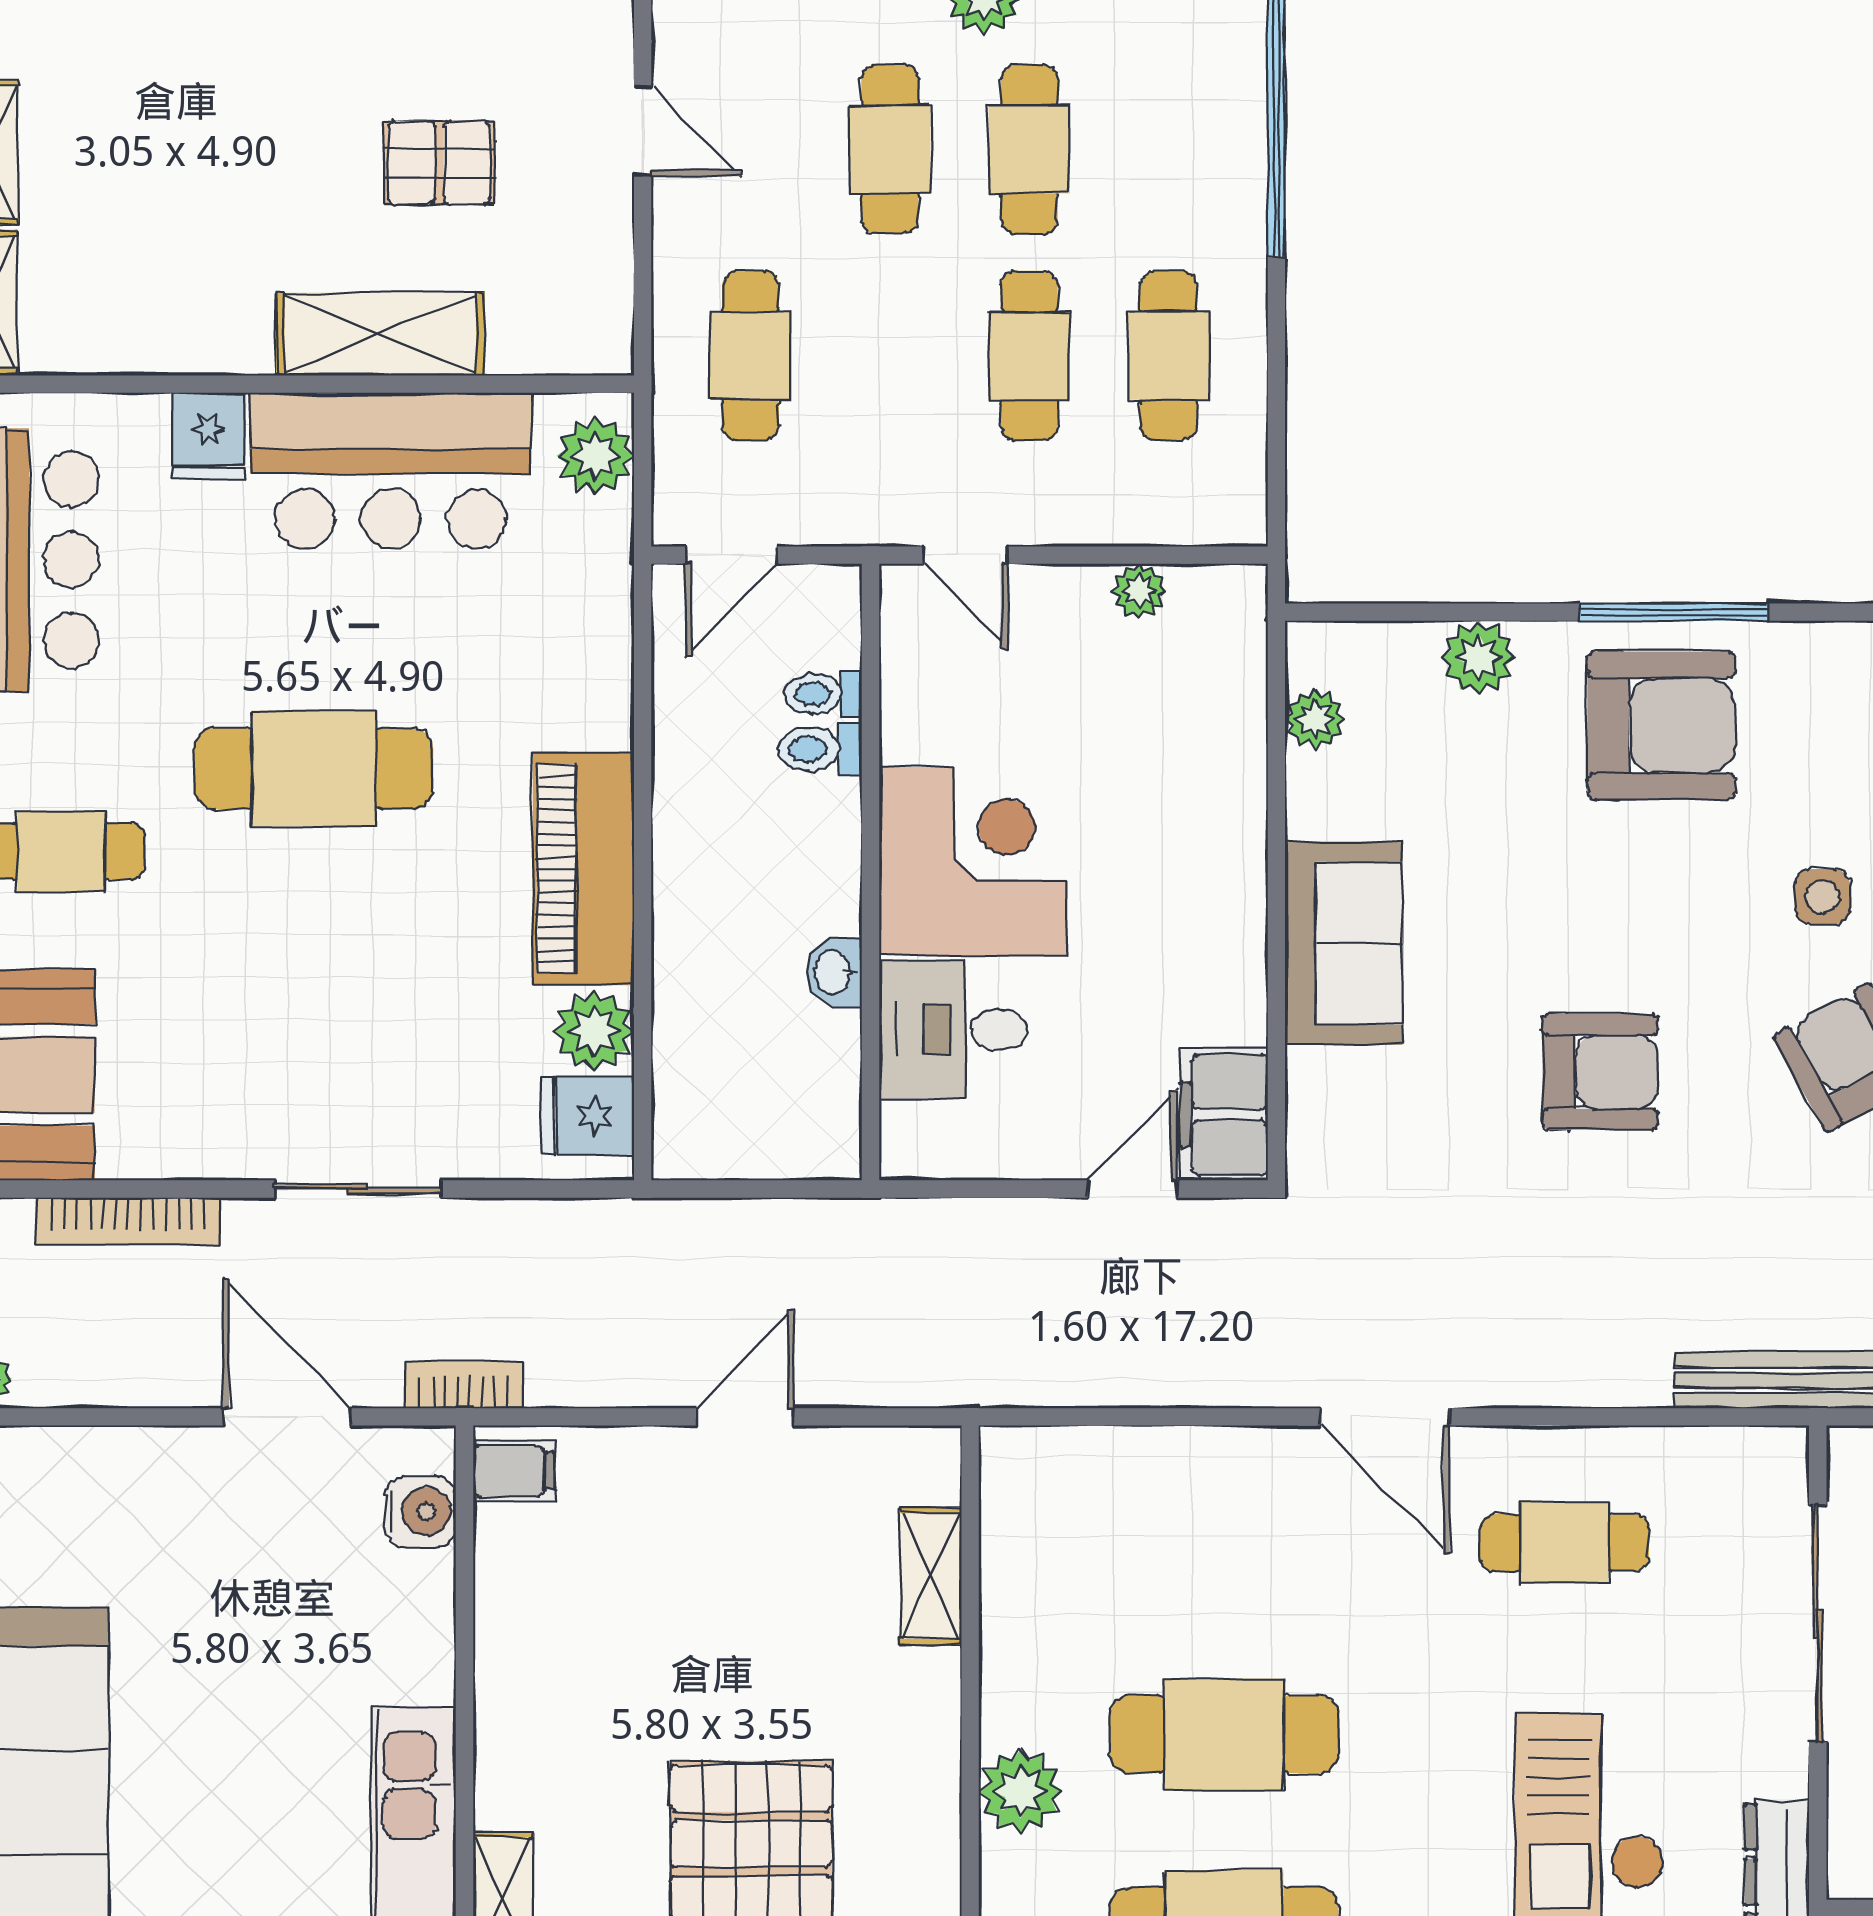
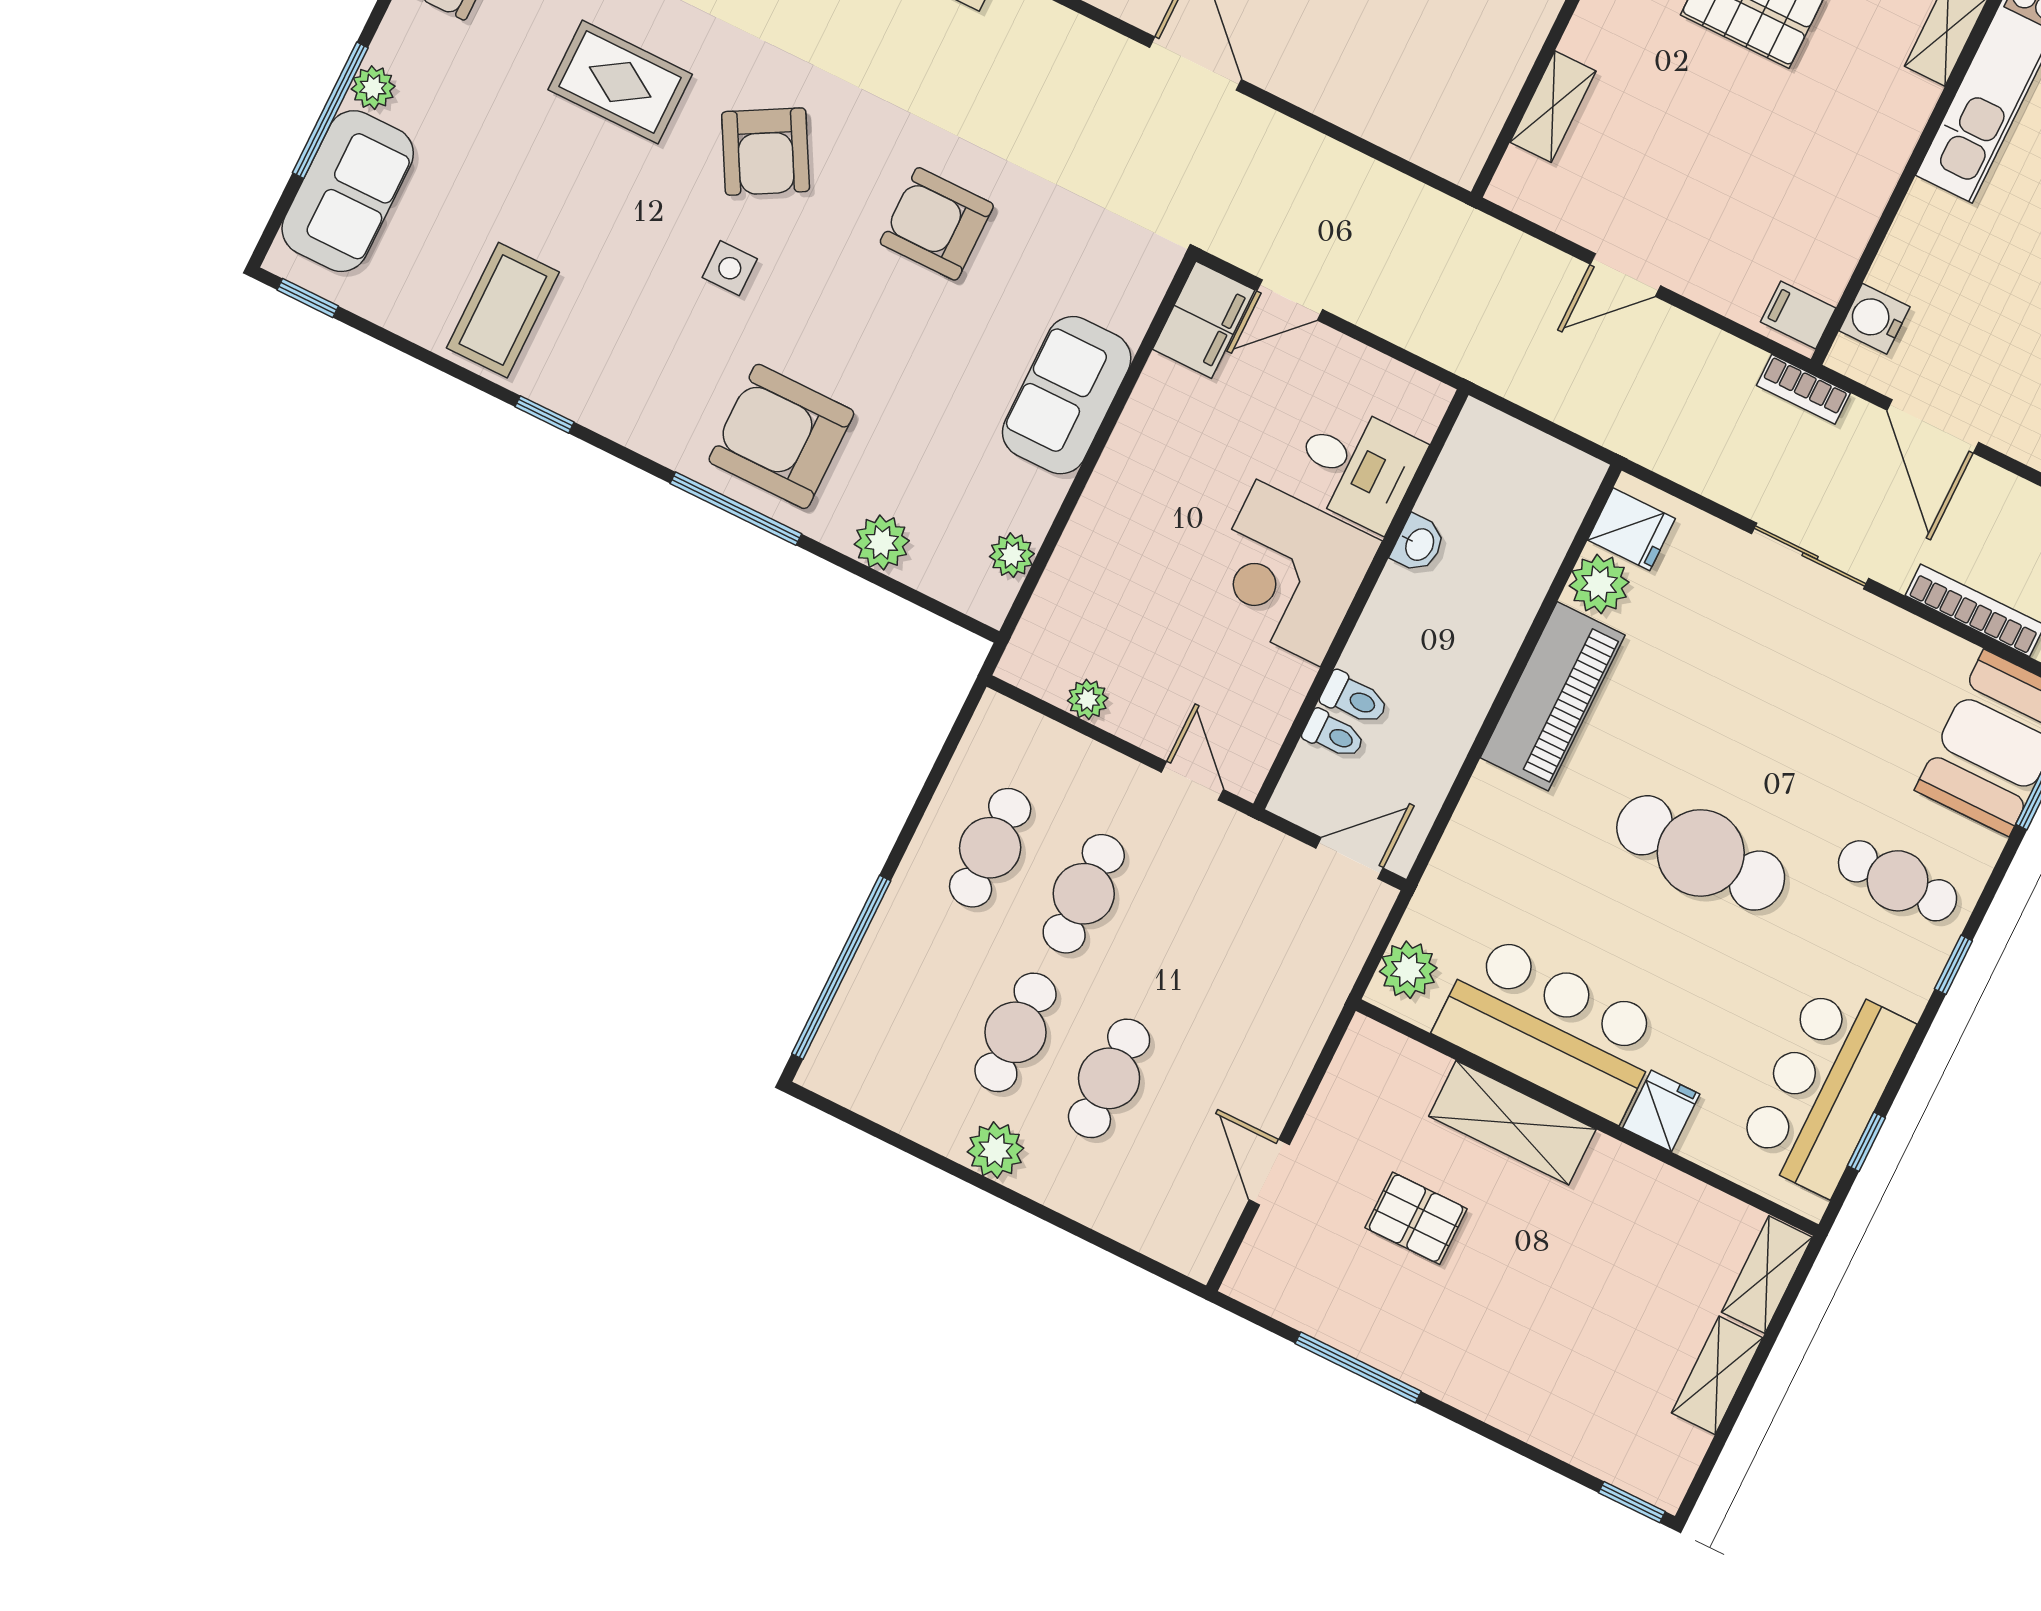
cafe table: (751, 356) -> (1271, 986), removed

